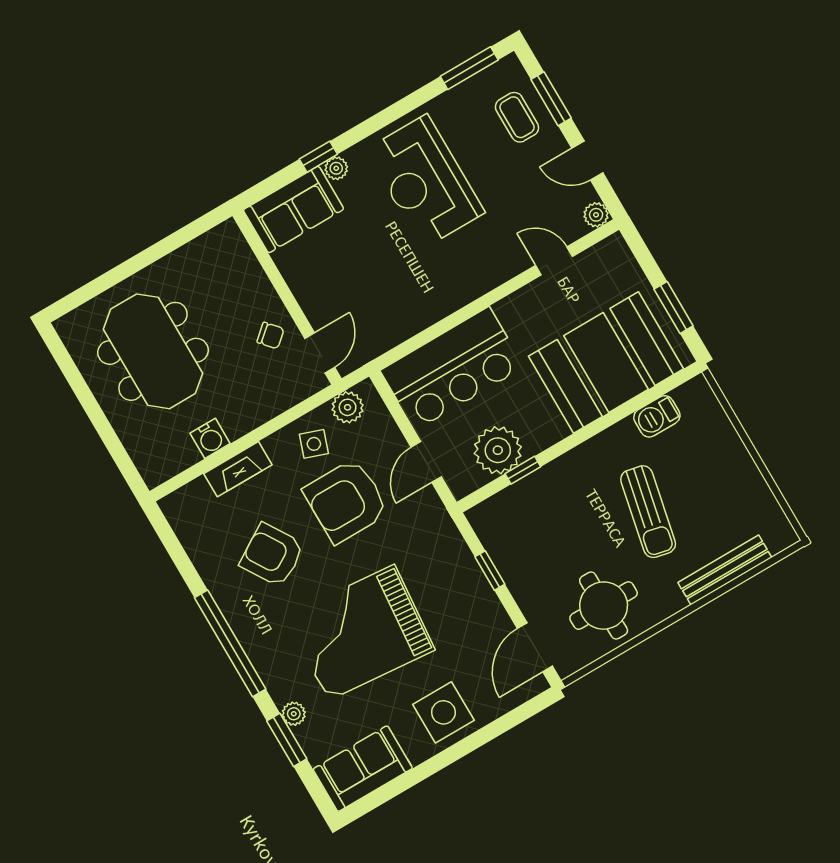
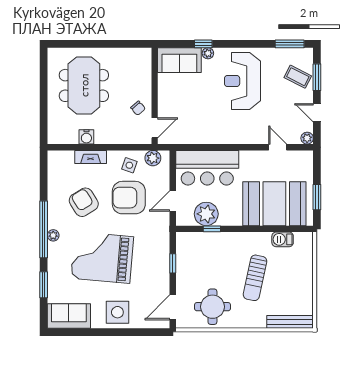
coffee table: (517, 117) -> (298, 77), turned -63
bench: (725, 570) -> (290, 322), moved
plant: (294, 714) -> (53, 235), moved

